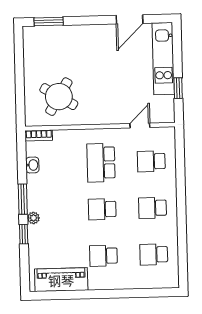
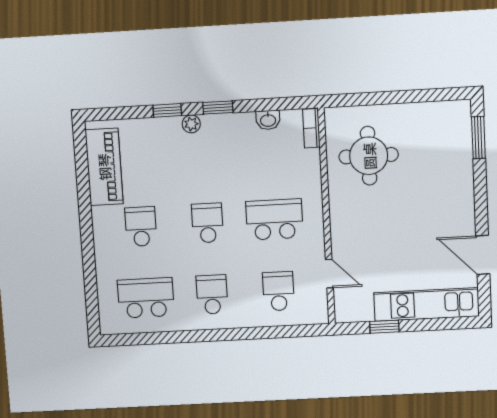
round table: (59, 97) -> (369, 156), turned -31
window: (23, 199) -> (218, 107), width x0.67
school desk: (154, 254) -> (146, 298), width x1.85

